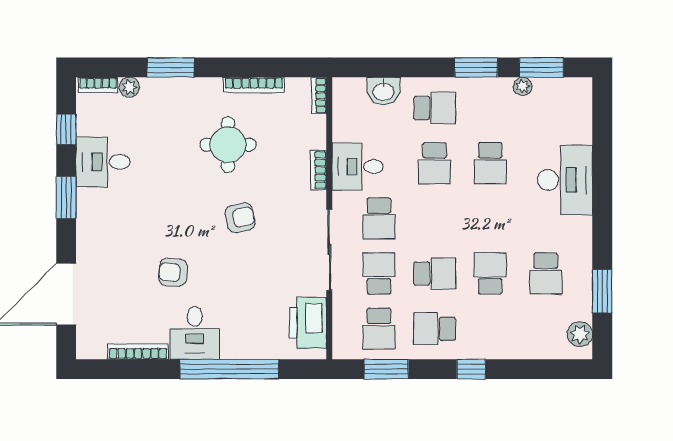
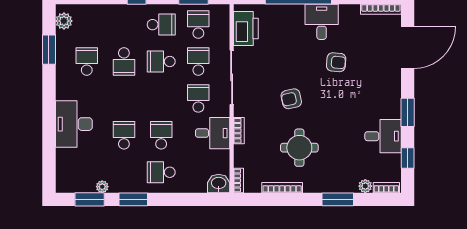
washbasin: (383, 91) -> (219, 184), moved
school desk: (379, 273) -> (198, 62), turned 180
bookcase: (138, 352) -> (381, 9), moved

